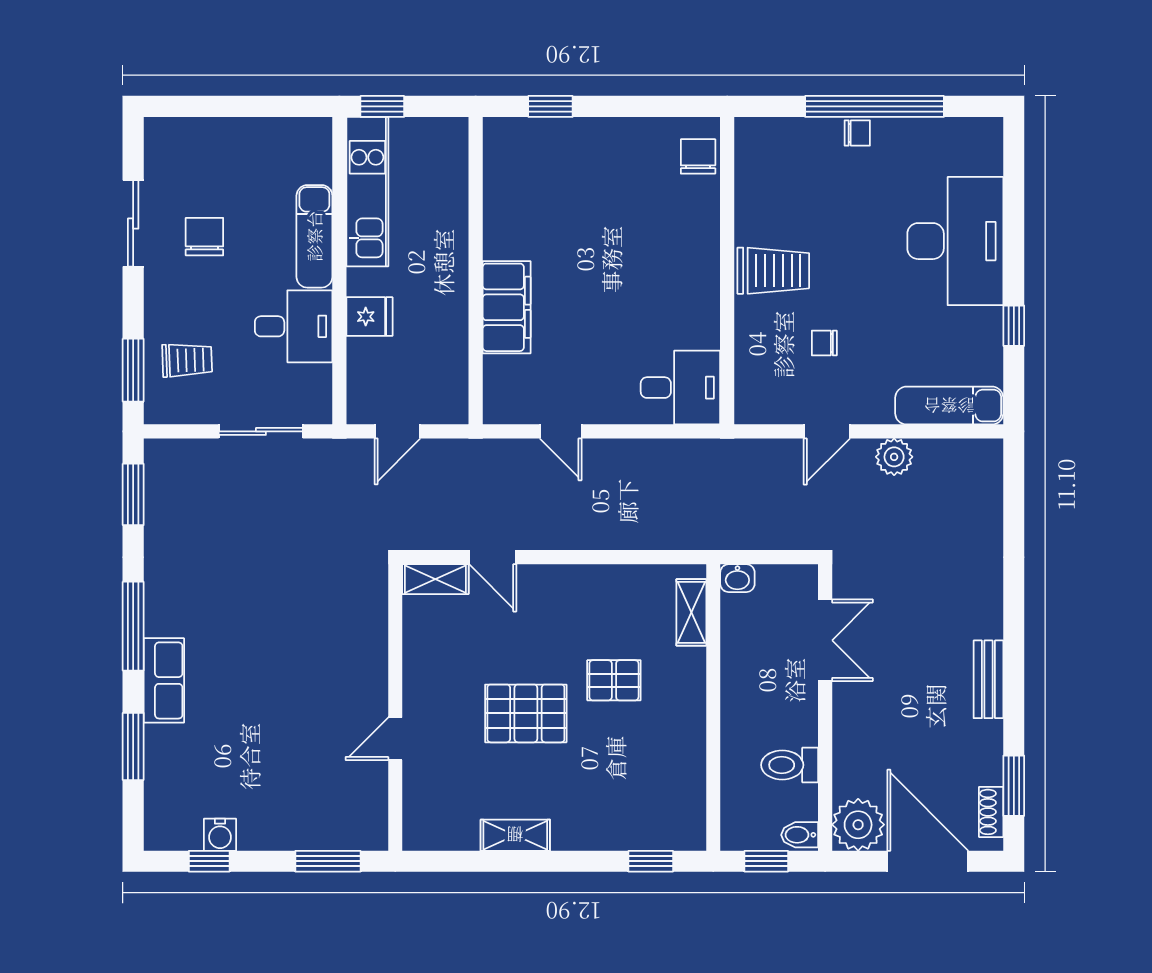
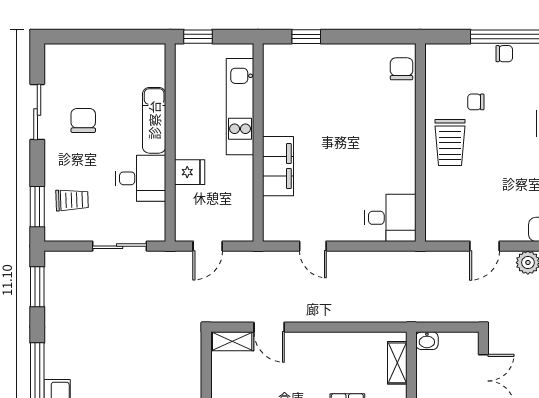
kitchen unit: (367, 192) -> (240, 107), moved, turned 180
trolley: (773, 271) -> (450, 142), turned 90
chair: (824, 343) -> (476, 102), moved

